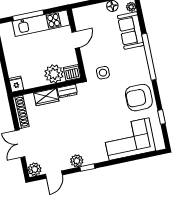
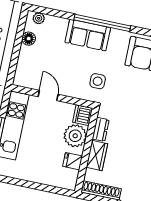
sofa: (131, 31) -> (88, 35), moved
fridge: (16, 84) -> (73, 161), moved

